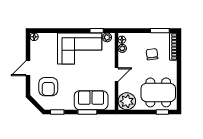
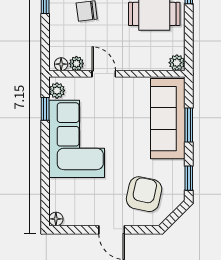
door: (117, 75) -> (104, 74), moved
armchair: (48, 87) -> (144, 194), turned -78
sofa: (91, 100) -> (168, 119), width x1.36
plant: (127, 101) -> (177, 63), width x0.53, depth x0.53

